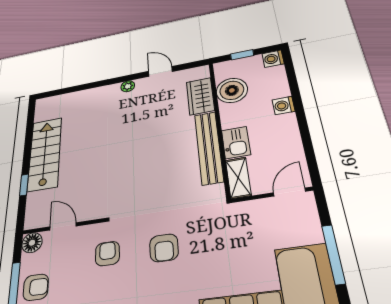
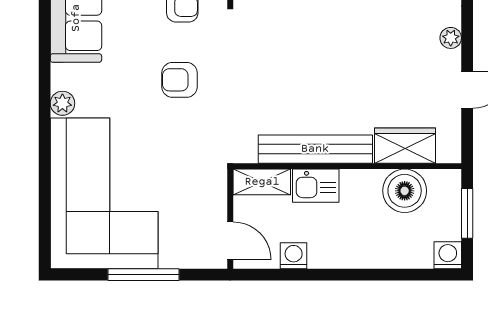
window: (242, 55) -> (467, 213), width x1.50
washing machine: (284, 106) -> (294, 256), moved

